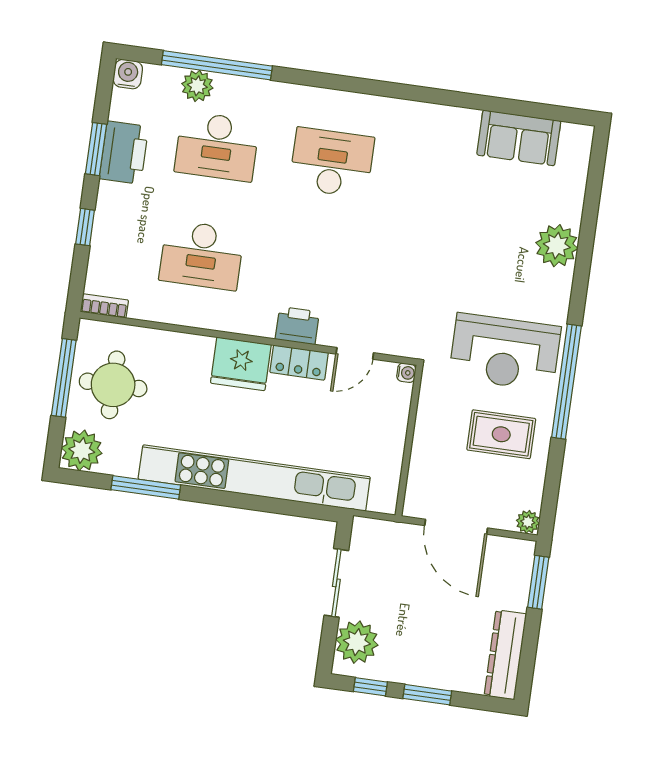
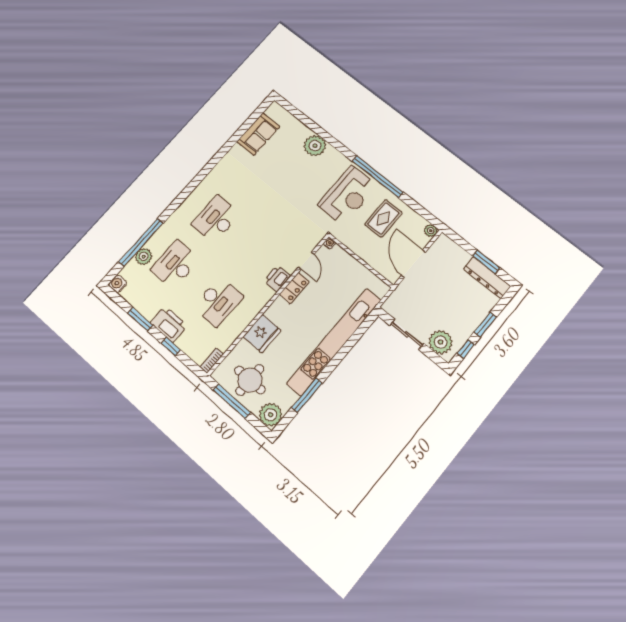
desk: (217, 146) -> (175, 265), turned 180
printer: (124, 153) -> (169, 324), moved
fridge: (241, 364) -> (262, 333), moved
door: (456, 527) -> (414, 264), swing flipped
window: (538, 582) -> (486, 262), moved

